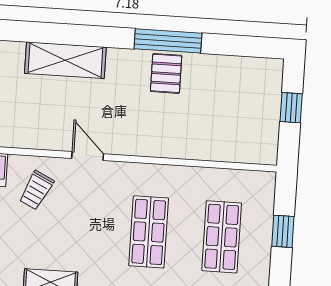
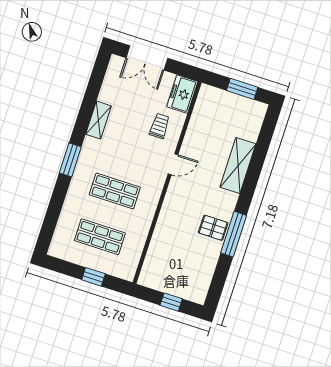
trolley: (36, 190) -> (160, 126), turned 64

